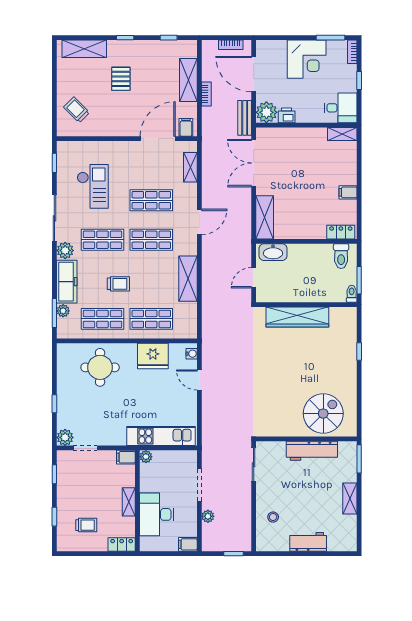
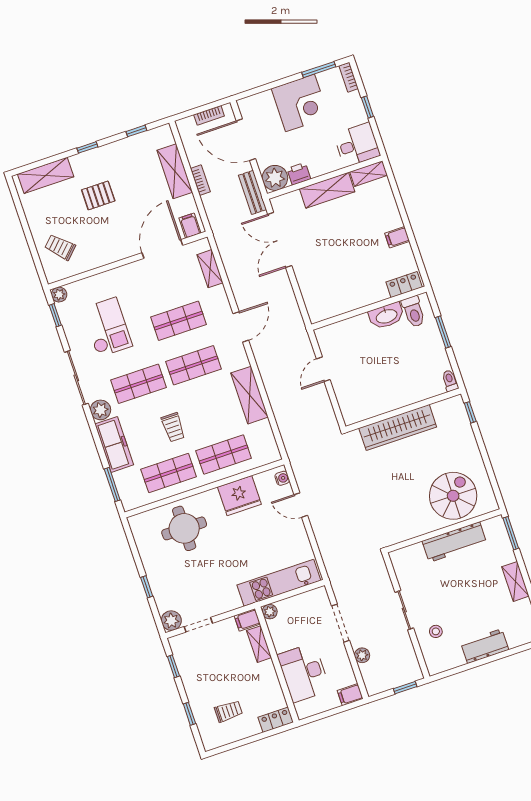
pallet: (121, 79) -> (98, 195), turned 90
shelving: (265, 217) -> (327, 190), moved, turned 90
washbasin: (273, 252) -> (386, 316), moved
trolley: (118, 284) -> (173, 427), turned 90
toilet: (352, 294) -> (450, 381), moved
wall: (306, 305) -> (403, 410), moved
plant: (63, 311) -> (59, 295), moved
wardrobe: (297, 317) -> (398, 427), moved
sliding door: (254, 465) -> (404, 610), moved
shelving: (129, 502) -> (259, 644), moved

